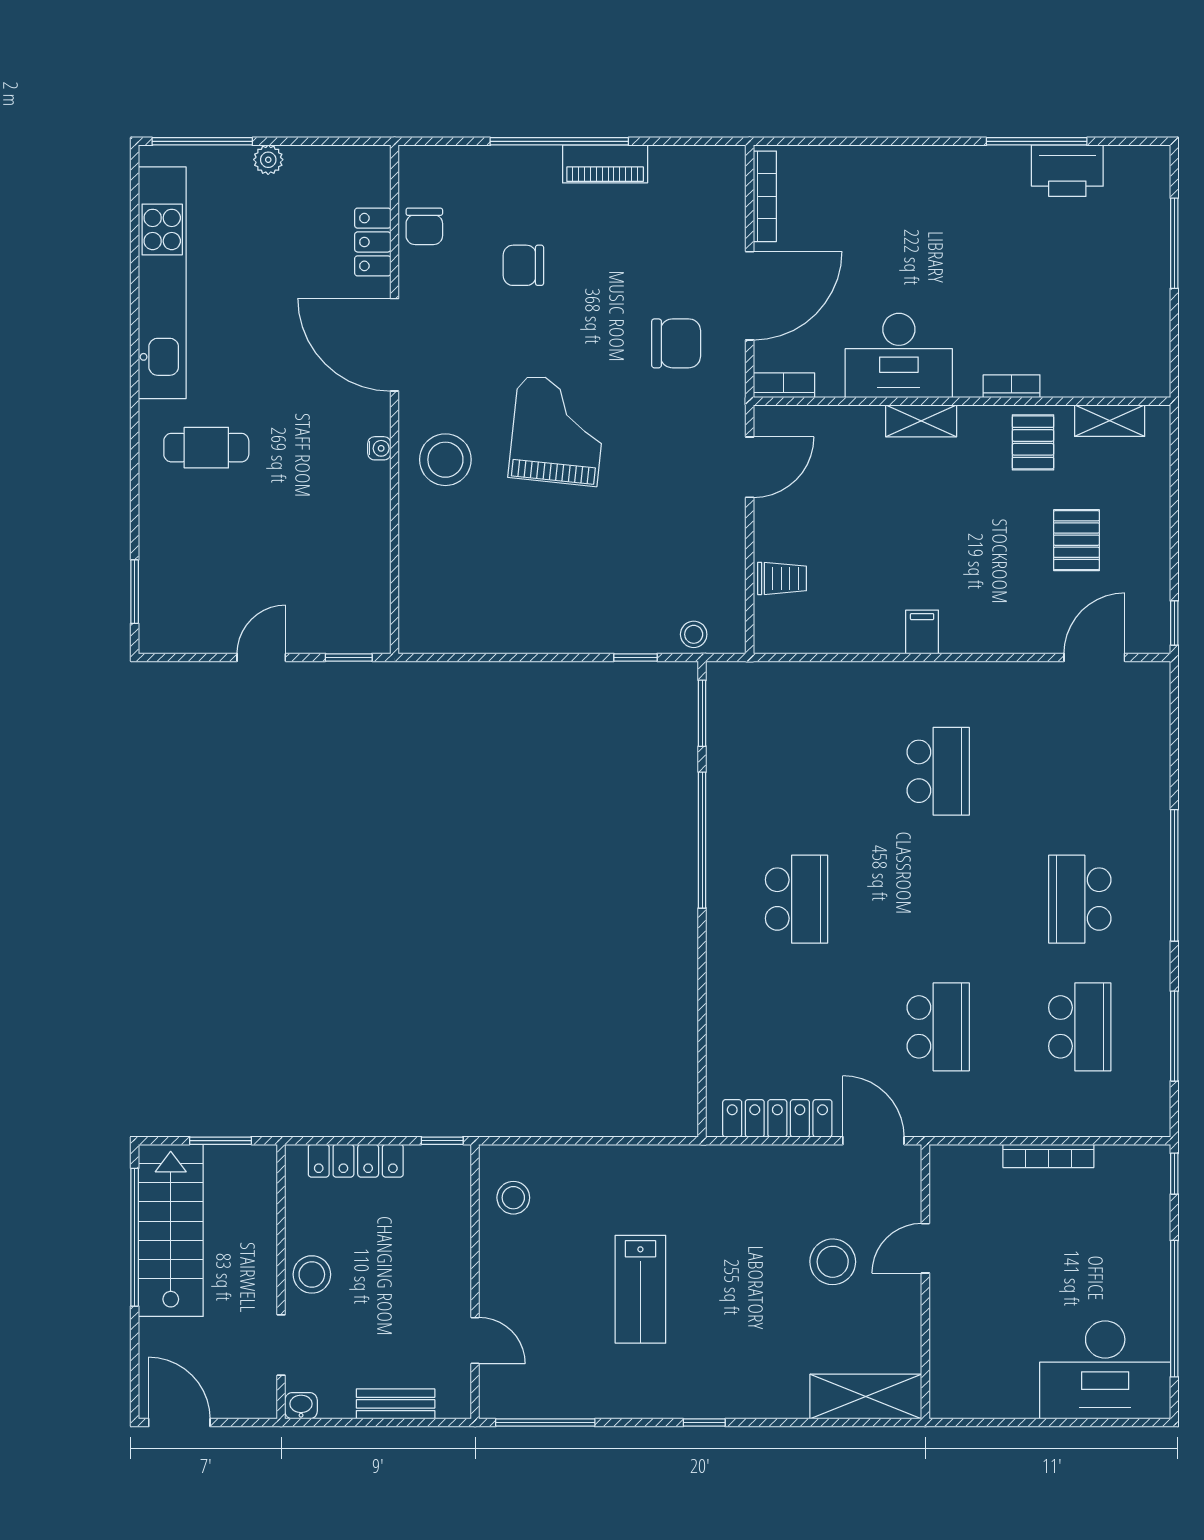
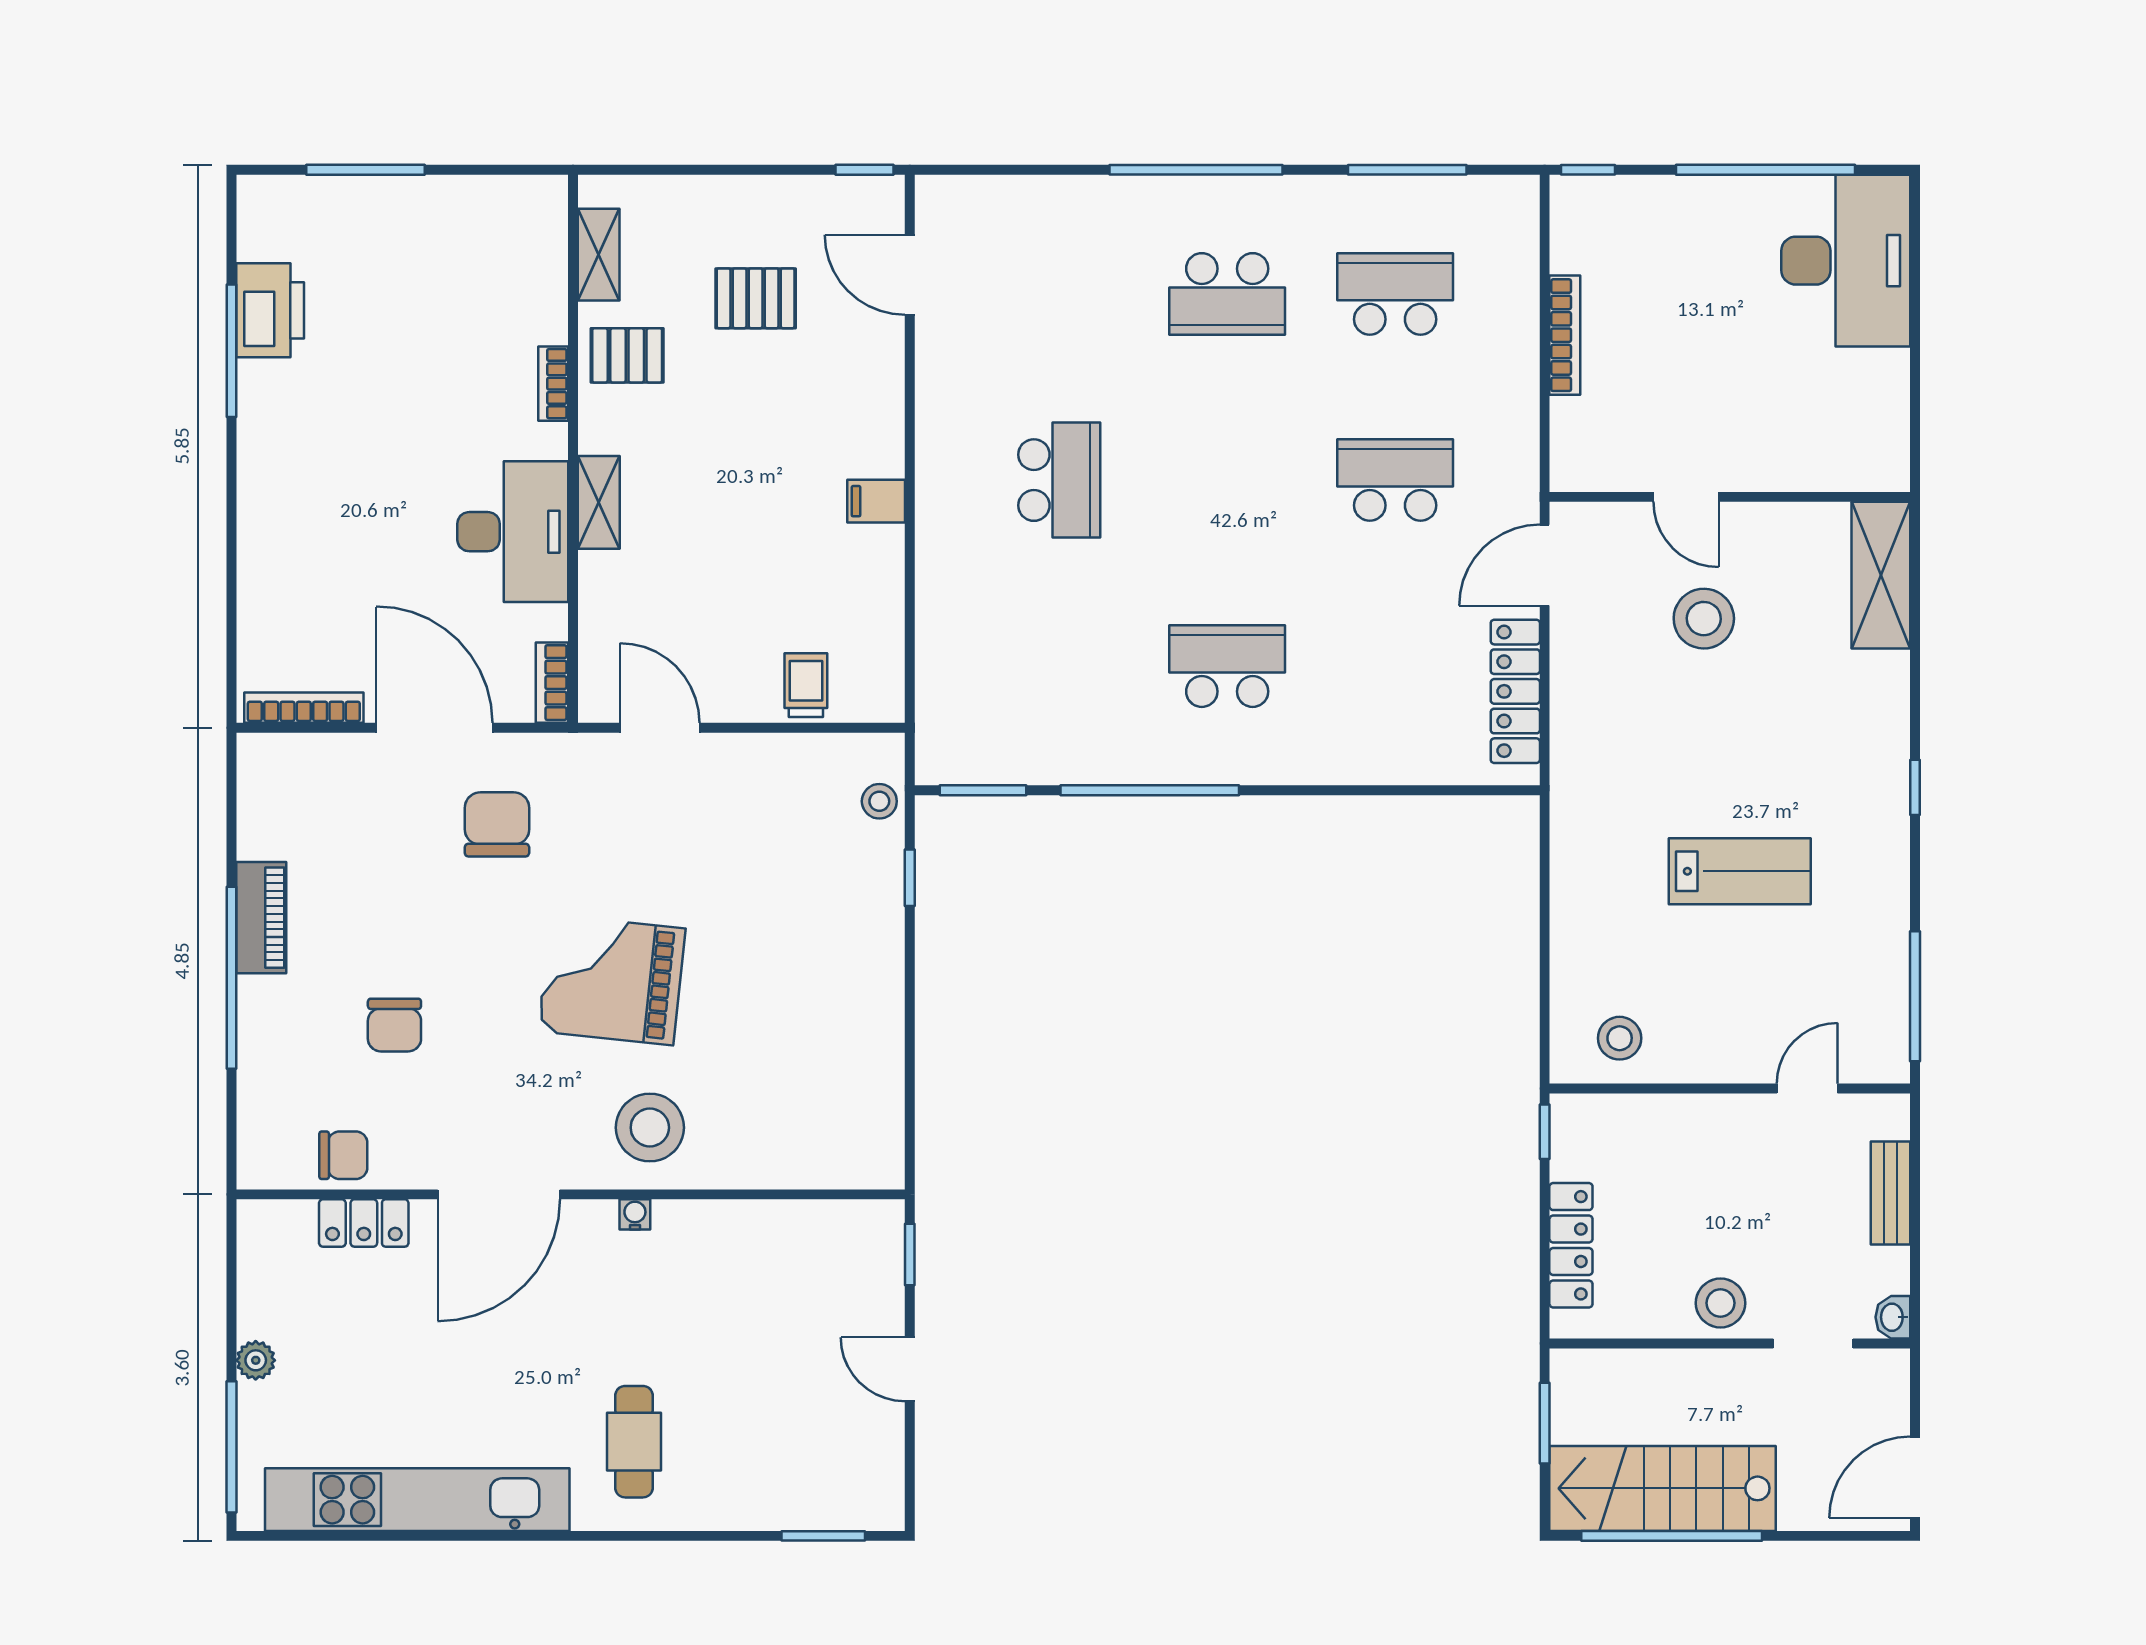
school desk: (938, 771) -> (1059, 480), turned 90

